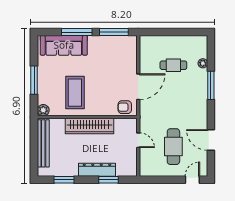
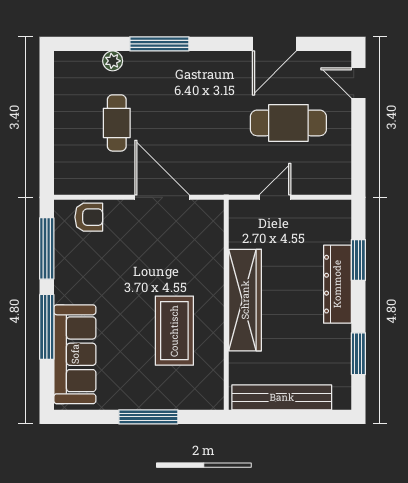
coffee table: (75, 93) -> (174, 331), turned 90
armchair: (125, 107) -> (89, 217), moved, turned -90
plant: (43, 110) -> (212, 398), removed

